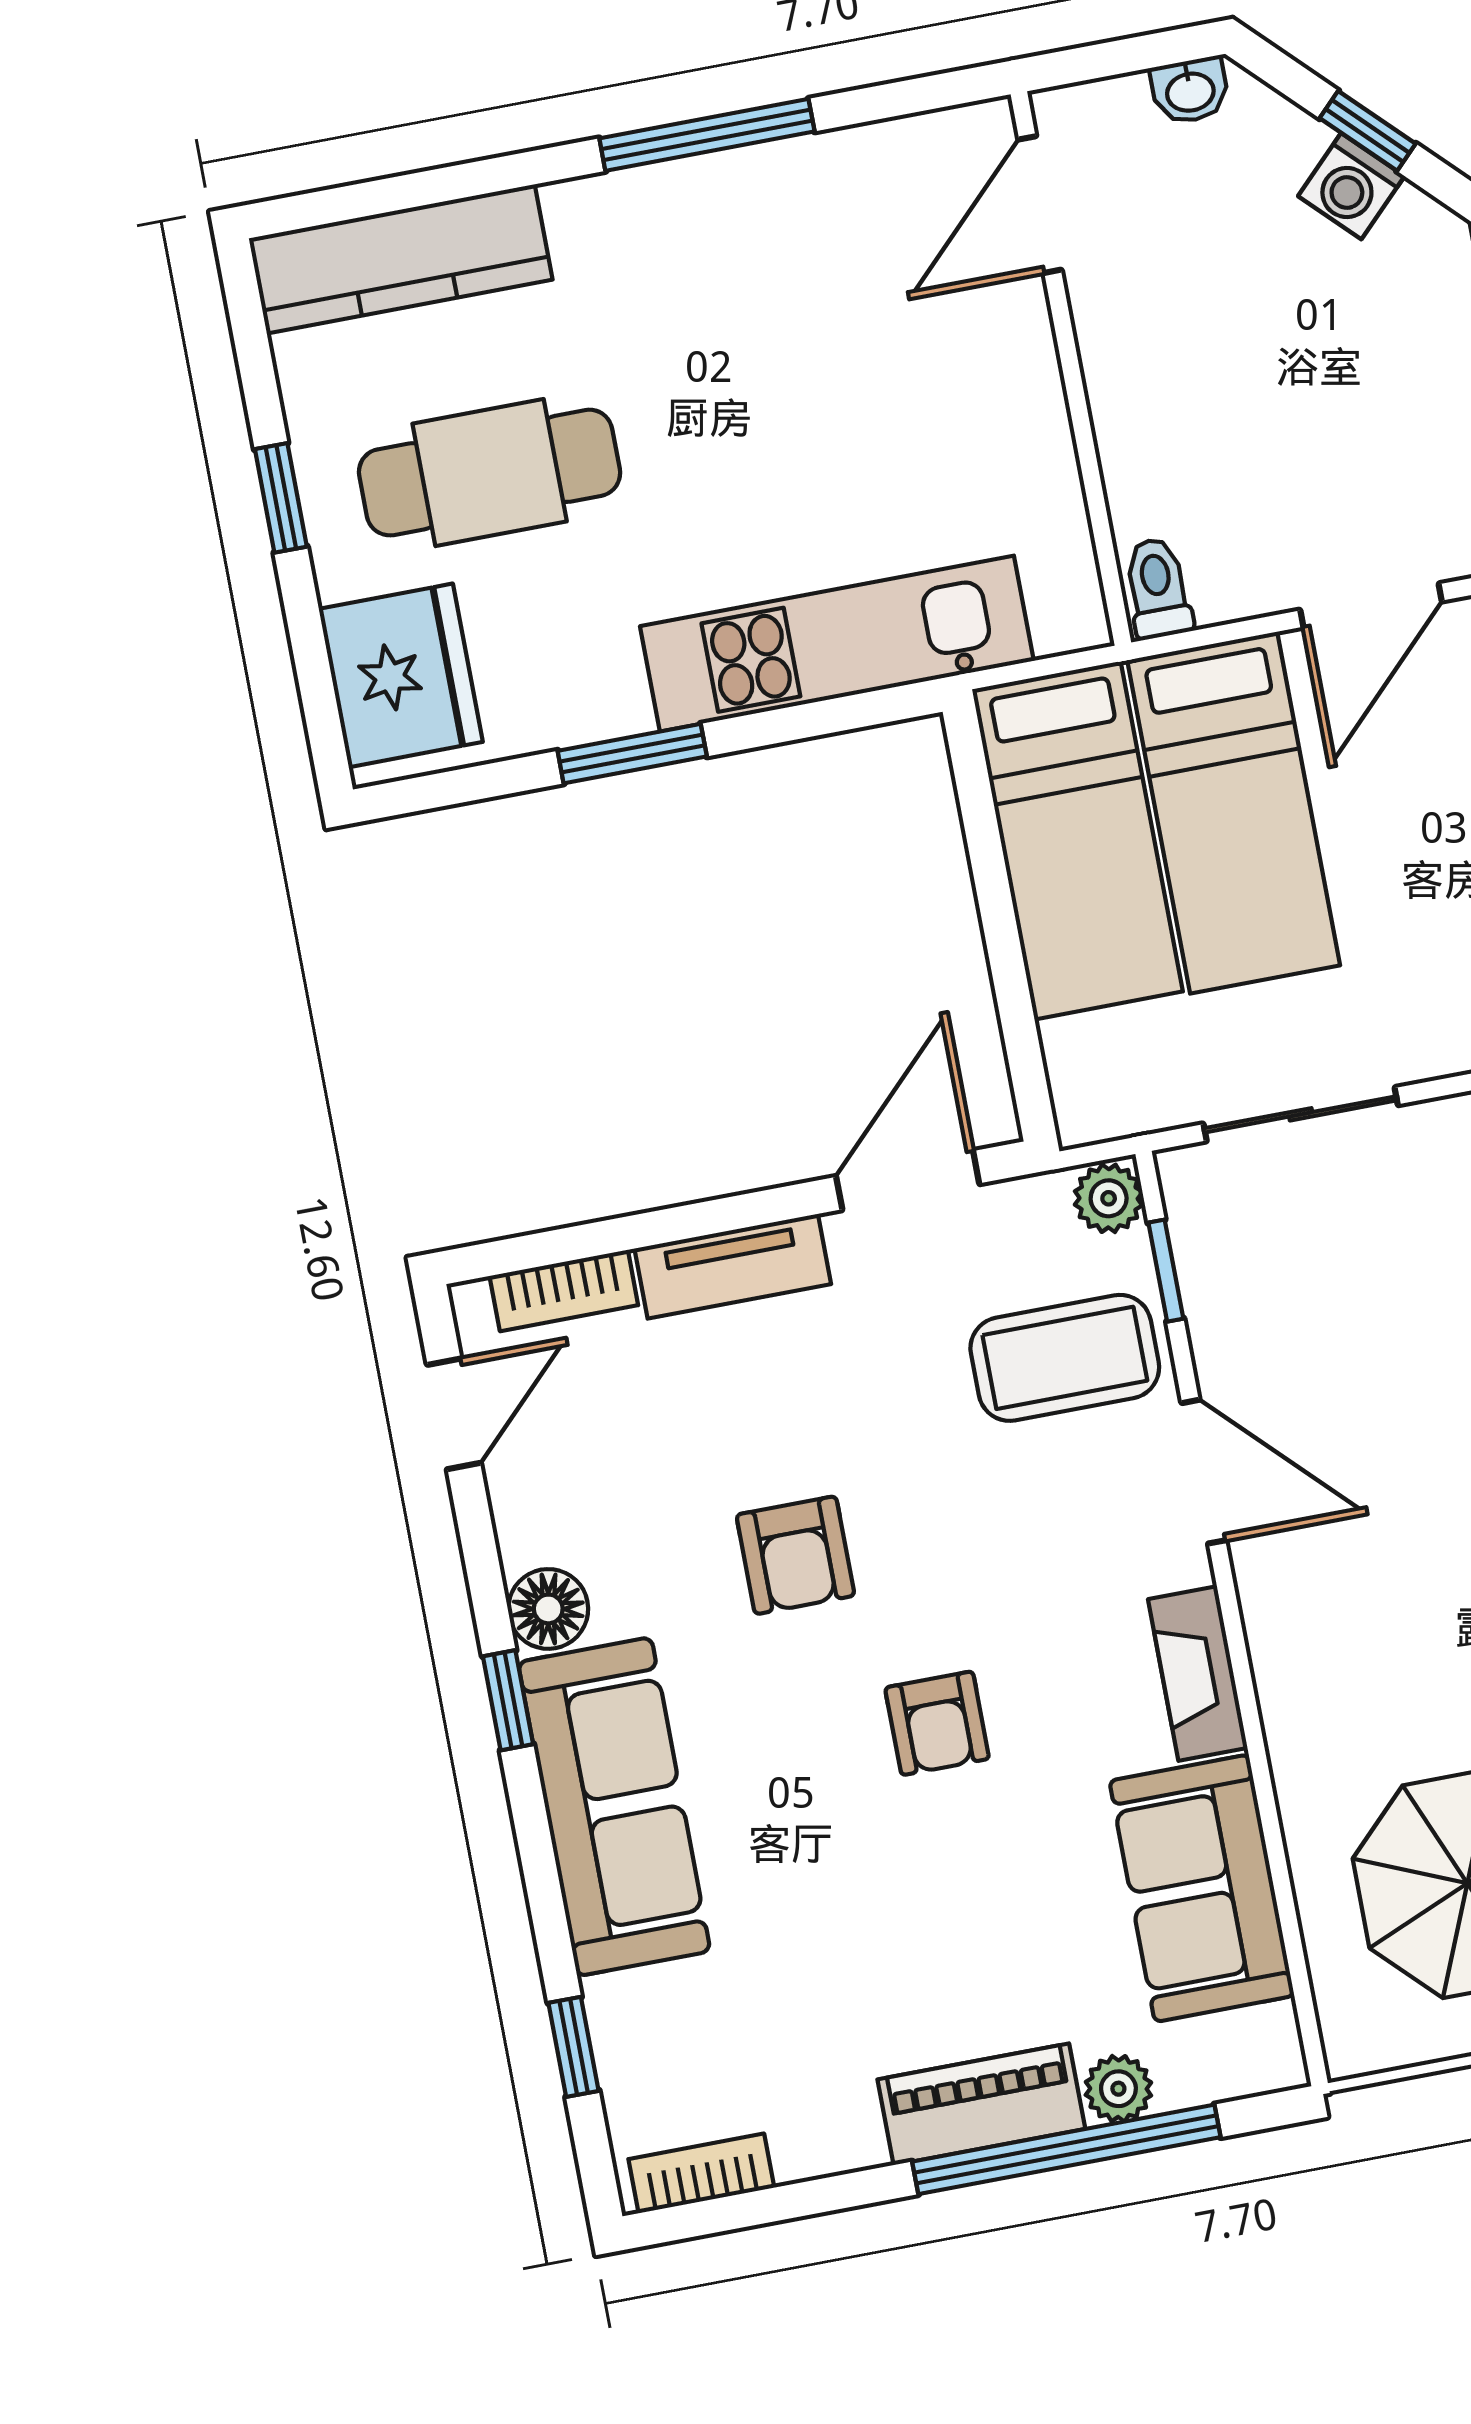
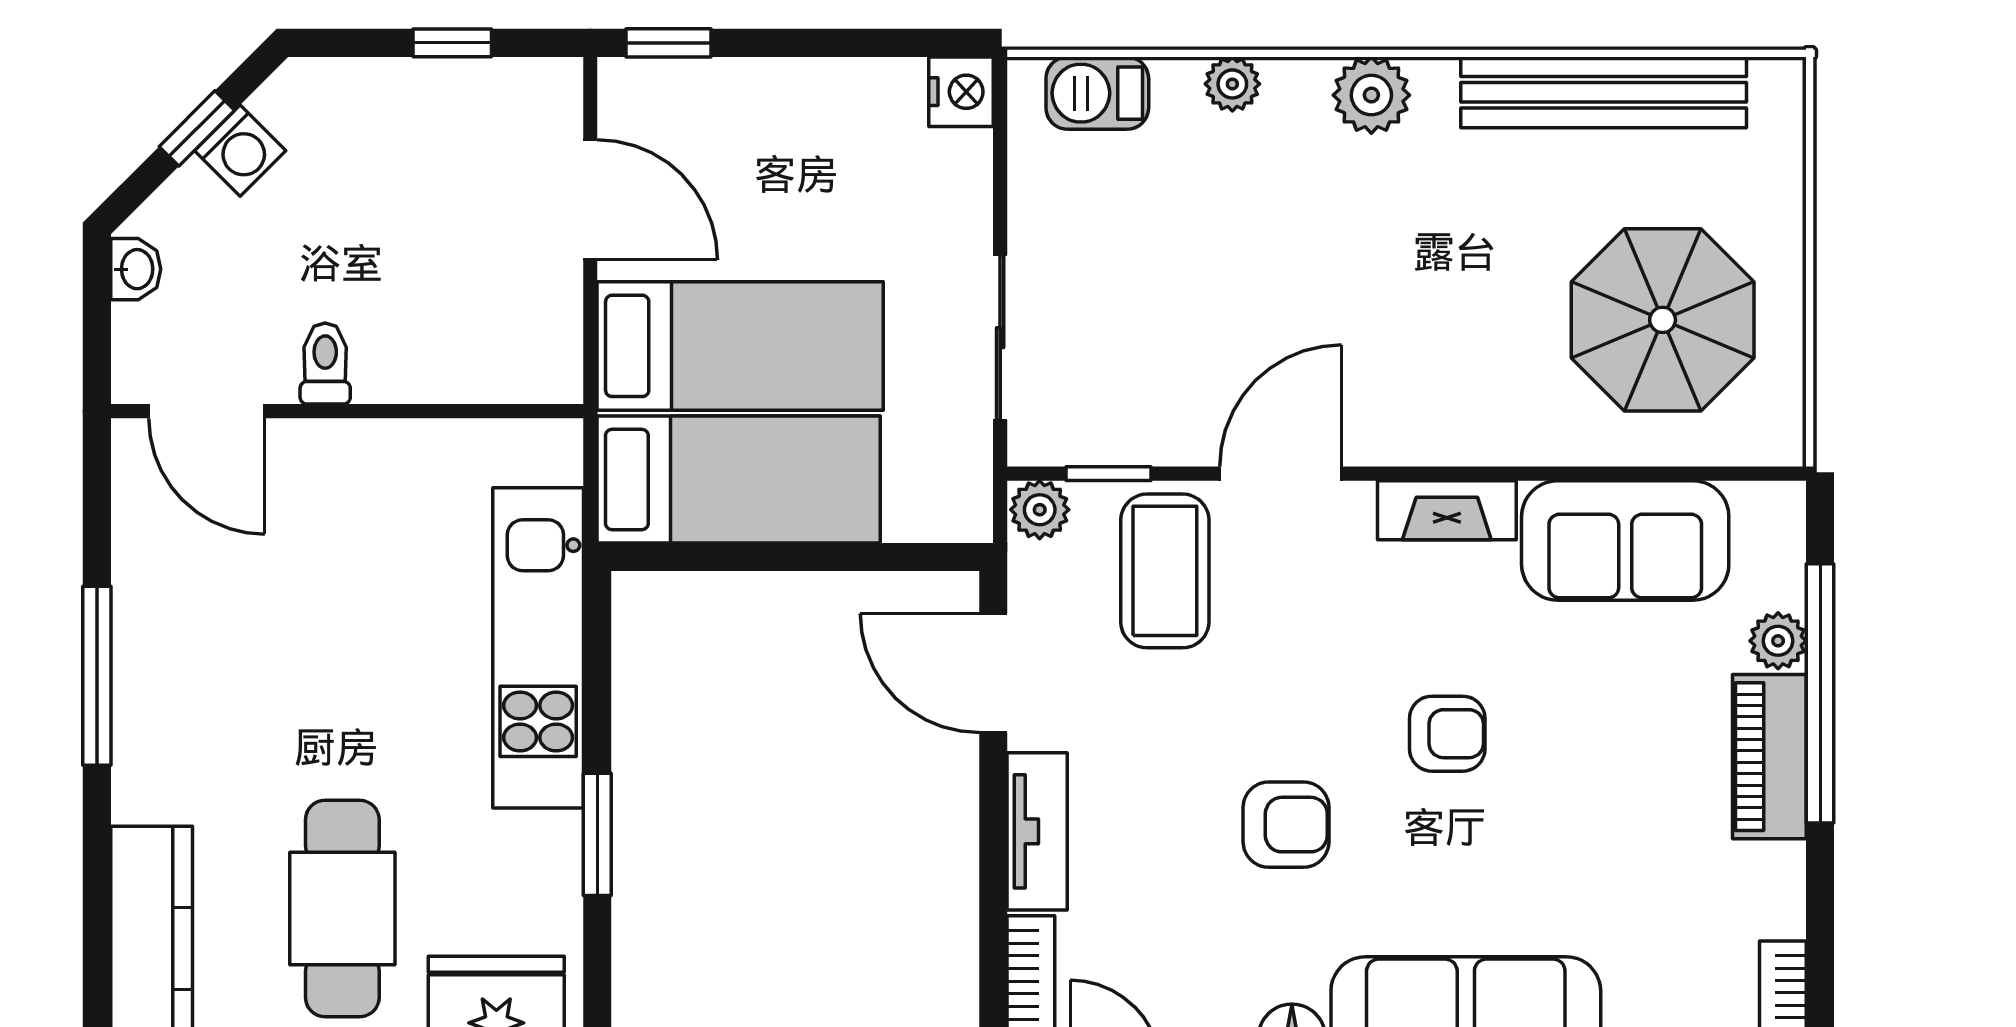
toilet: (1158, 588) -> (325, 363), moved, turned 90

